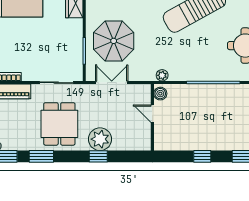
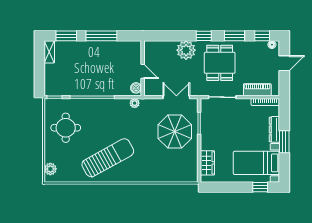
double door: (112, 83) -> (176, 97), swing flipped
window: (98, 156) -> (204, 36), moved
window: (202, 156) -> (101, 36), width x2.17

